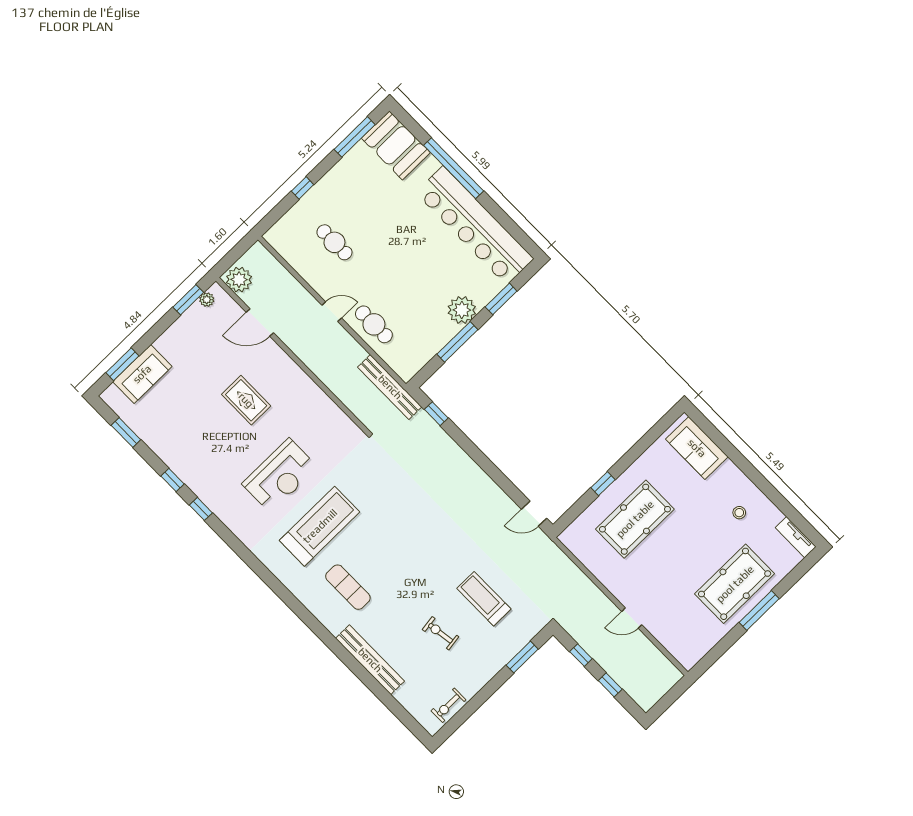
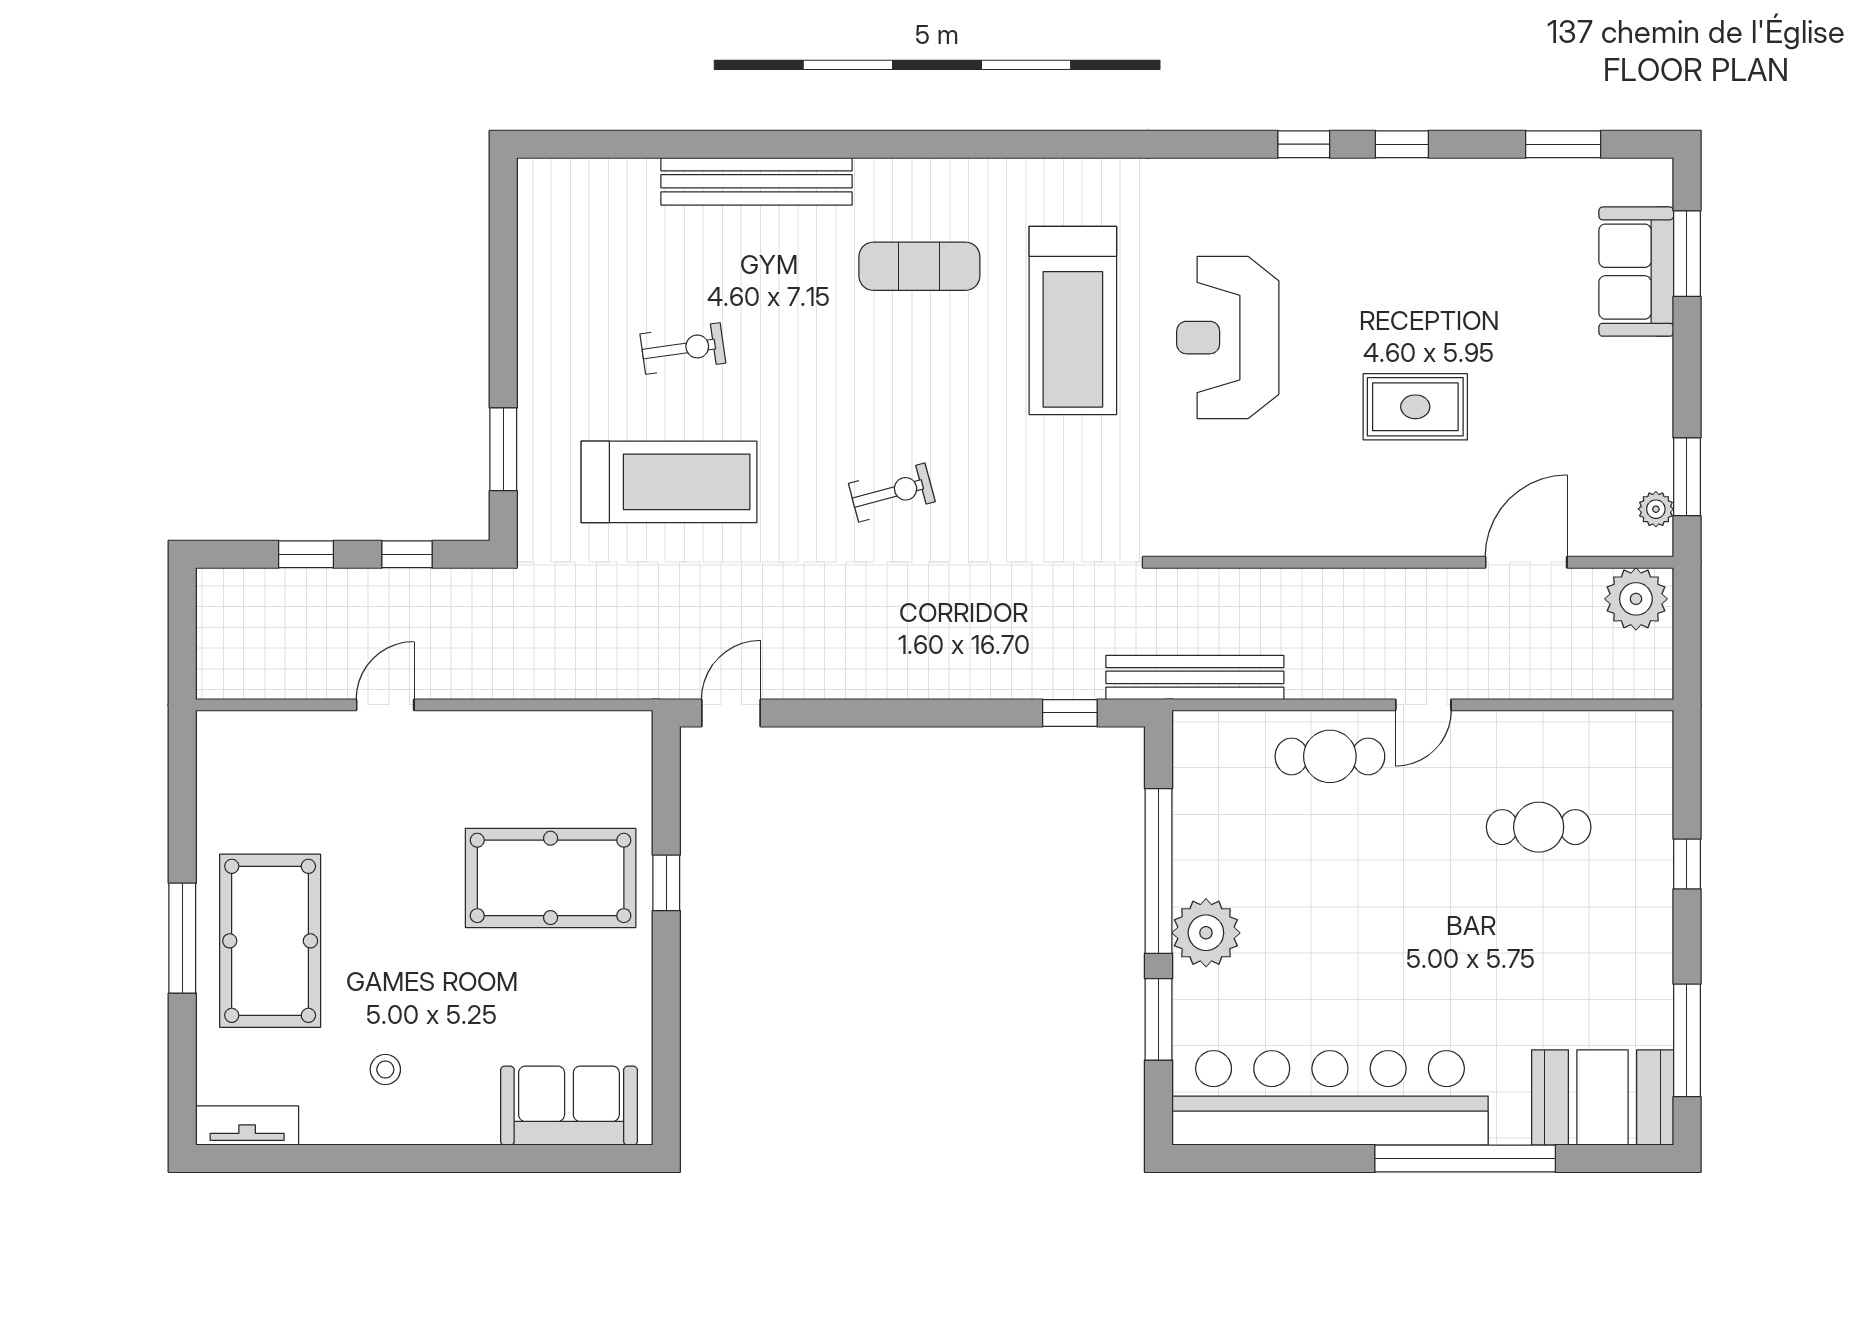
window: (457, 342) -> (1158, 871), width x1.46
pool table: (635, 519) -> (551, 878), turned 90
treadmill: (484, 599) -> (669, 482), width x1.37, depth x1.38
exercise bike: (448, 705) -> (892, 492), moved, turned 75

